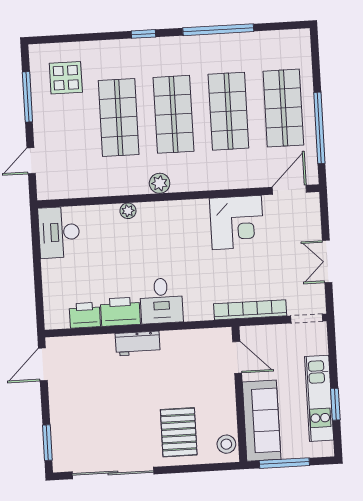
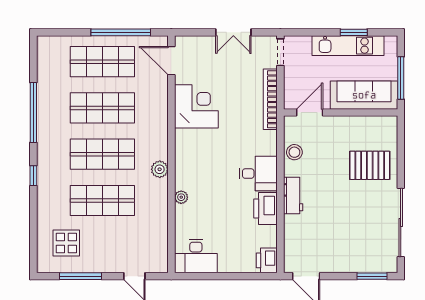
printer: (85, 315) -> (267, 260), moved
stool: (226, 444) -> (294, 152), moved

